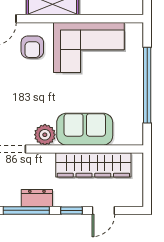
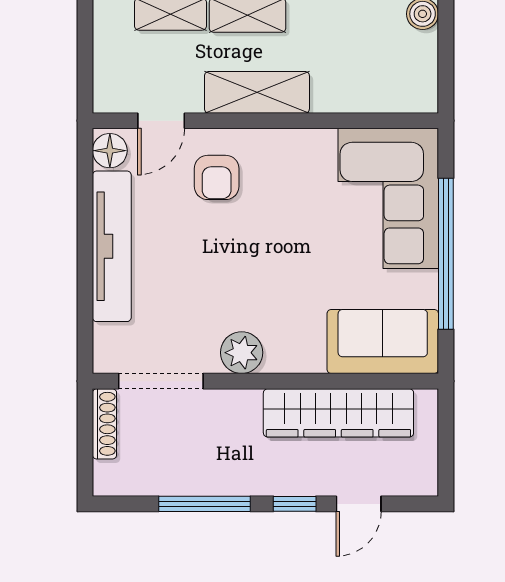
corner sofa: (89, 47) -> (388, 198), moved, turned 90
sofa: (85, 129) -> (383, 341), moved
dresser: (37, 198) -> (226, 479), removed

